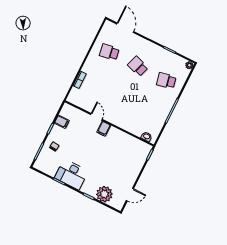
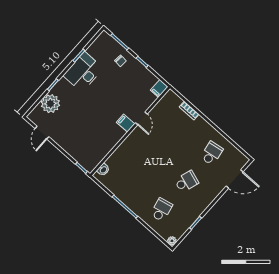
door: (96, 117) -> (141, 118), hinge flipped
filing cabinet: (62, 122) -> (159, 88), moved

